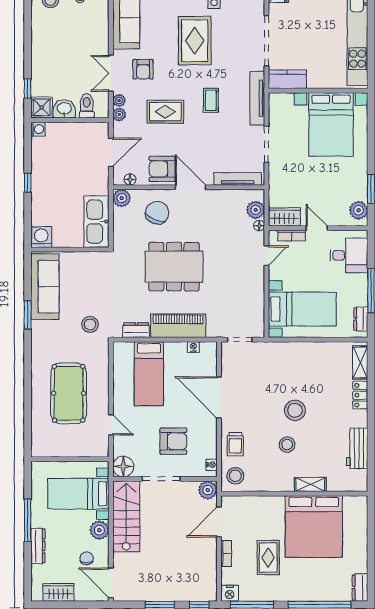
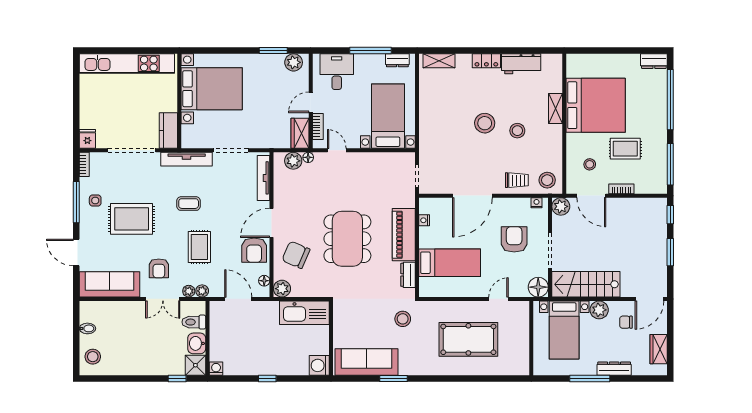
armchair: (143, 69) -> (159, 268), turned 90
locker: (360, 395) -> (486, 61), moved
stool: (252, 520) -> (590, 164), added
nightstand: (230, 593) -> (659, 185), removed

